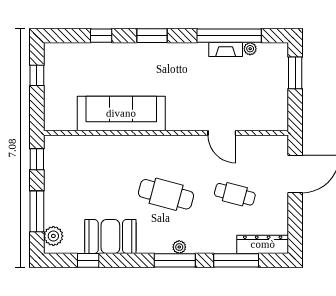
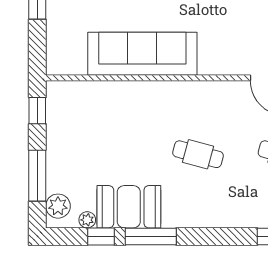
cafe table: (166, 194) -> (198, 154), width x0.73, depth x0.74
plant: (179, 247) -> (87, 220), moved
window: (175, 260) -> (151, 236), moved

